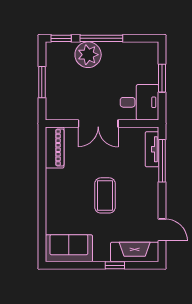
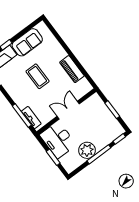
plant: (88, 55) -> (87, 150), moved
desk: (139, 102) -> (58, 140), width x1.37
piano: (55, 147) -> (72, 69), moved
sofa: (69, 248) -> (27, 42), moved

